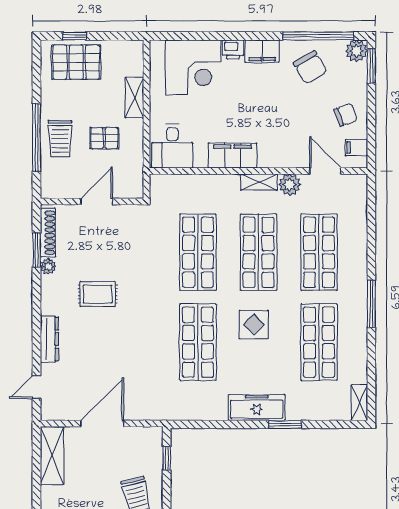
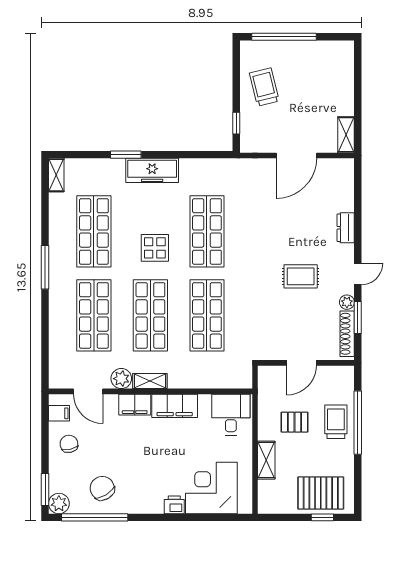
filing cabinet: (262, 51) -> (135, 405), moved, turned 180
chair: (346, 115) -> (69, 444), turned 97
dresser: (49, 339) -> (346, 228), width x0.70
door: (37, 387) -> (358, 274), moved
shelving: (52, 455) -> (346, 135), width x0.67, depth x0.75

